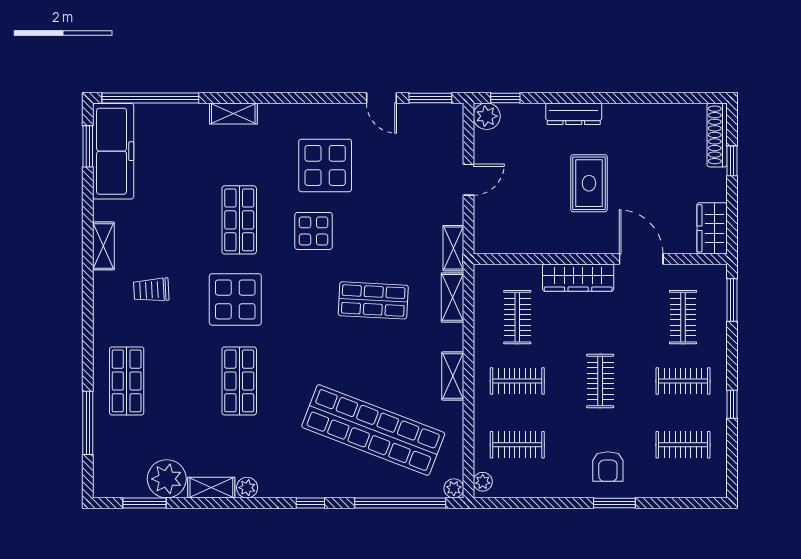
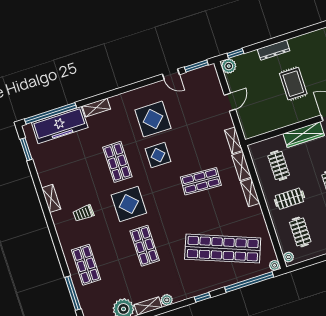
freezer: (113, 151) -> (60, 125), moved, turned 90
shelving: (453, 376) -> (250, 193), moved
clothes rail: (517, 445) -> (300, 232), turned 90

